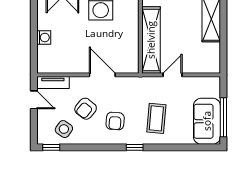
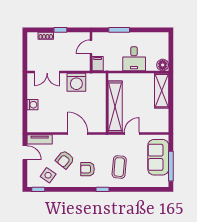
armchair: (115, 121) -> (88, 169), turned 86
sofa: (207, 121) -> (158, 157), moved

